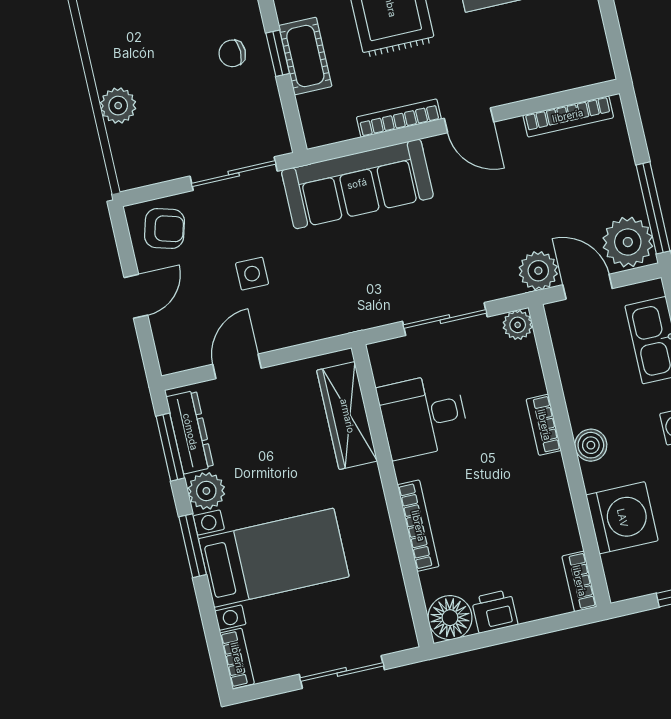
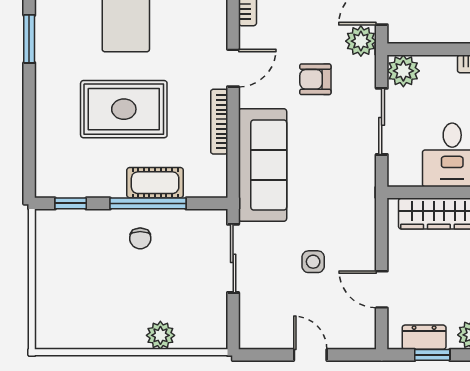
window: (278, 53) -> (148, 203), width x2.17
armchair: (164, 228) -> (315, 79), moved, turned -106
plant: (518, 325) -> (403, 71), width x1.38, depth x1.38
dresser: (190, 432) -> (424, 337), width x0.70
window: (170, 447) -> (432, 355), width x0.67

